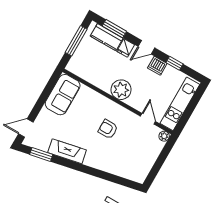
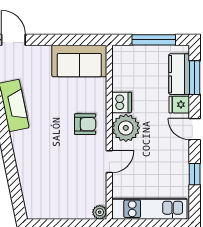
dishwasher: (157, 66) -> (122, 102), moved, turned 180
door: (148, 119) -> (109, 162), moved
armchair: (108, 129) -> (85, 124), moved, turned 90

